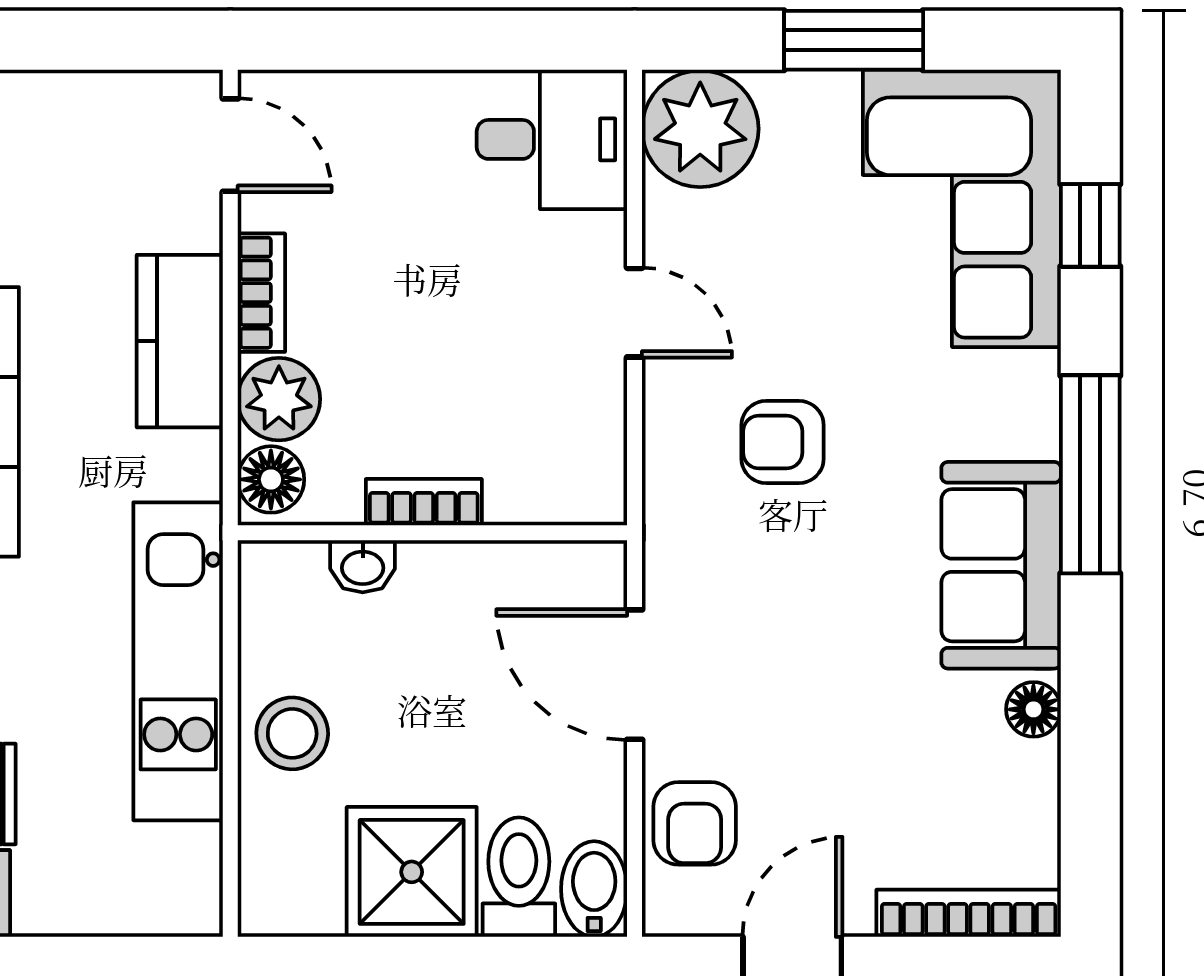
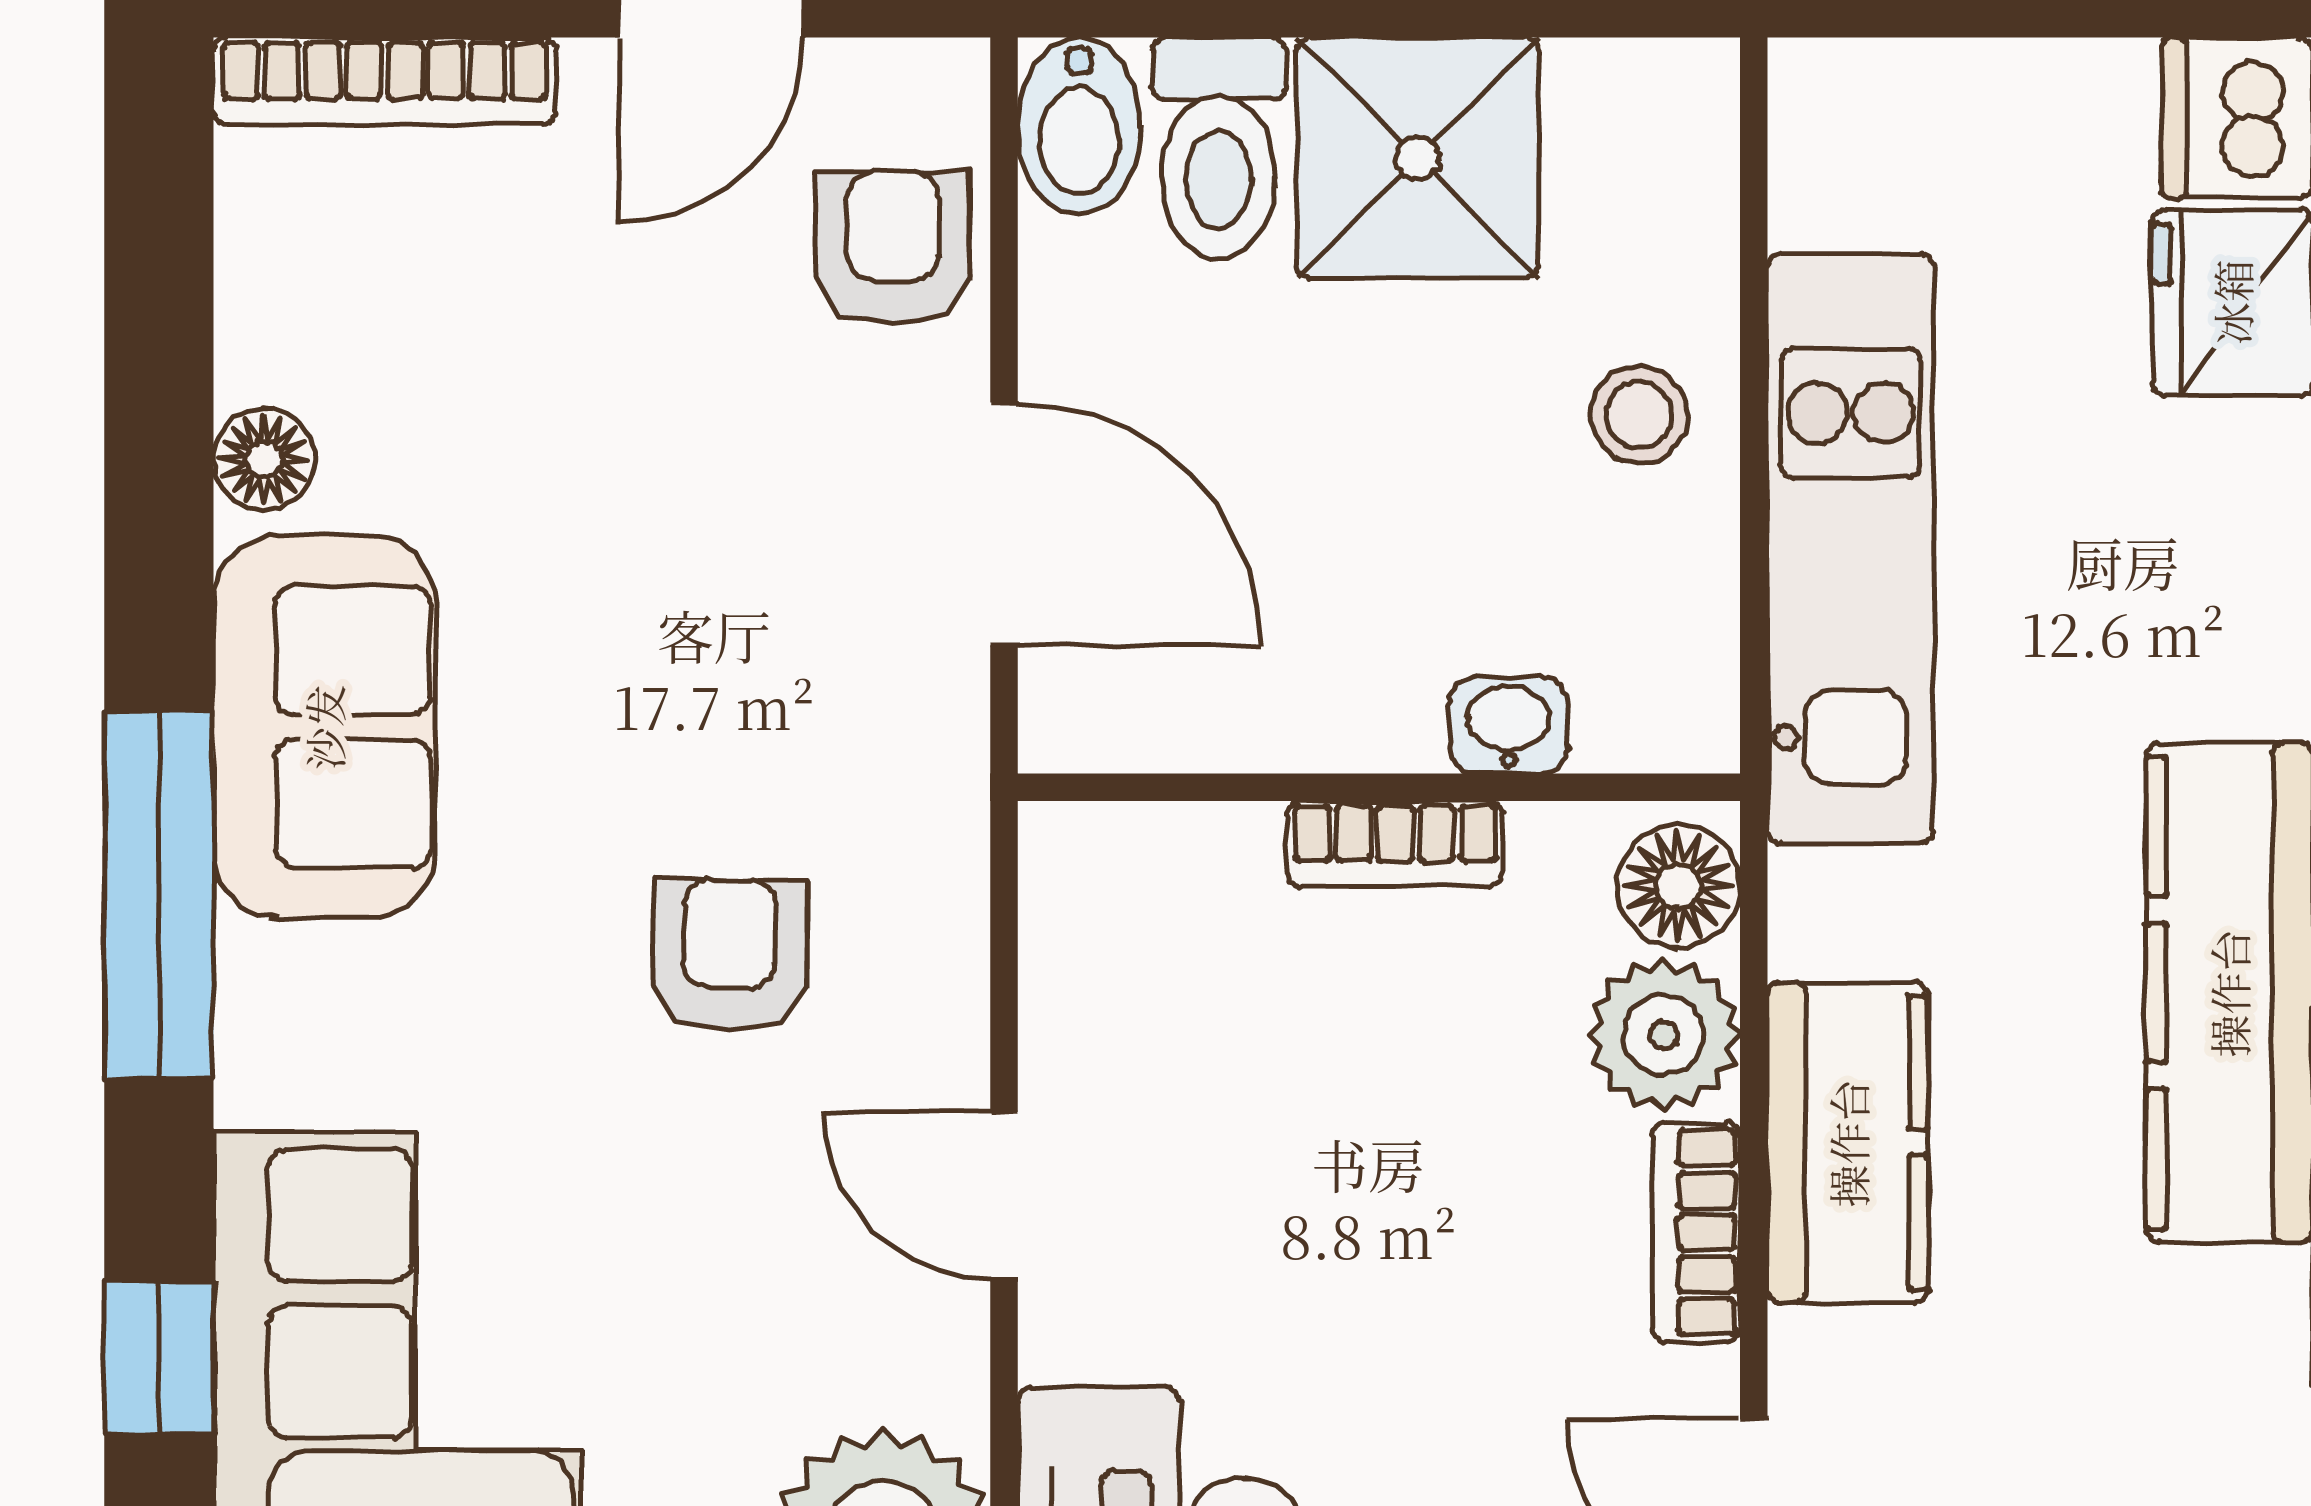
armchair: (783, 442) -> (730, 955), turned -89
stool: (292, 733) -> (1639, 415), width x0.73, depth x0.73

